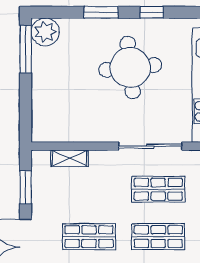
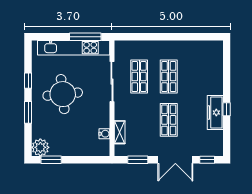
window: (26, 49) -> (51, 160), width x0.69
water cooler: (67, 134) -> (104, 134), added

